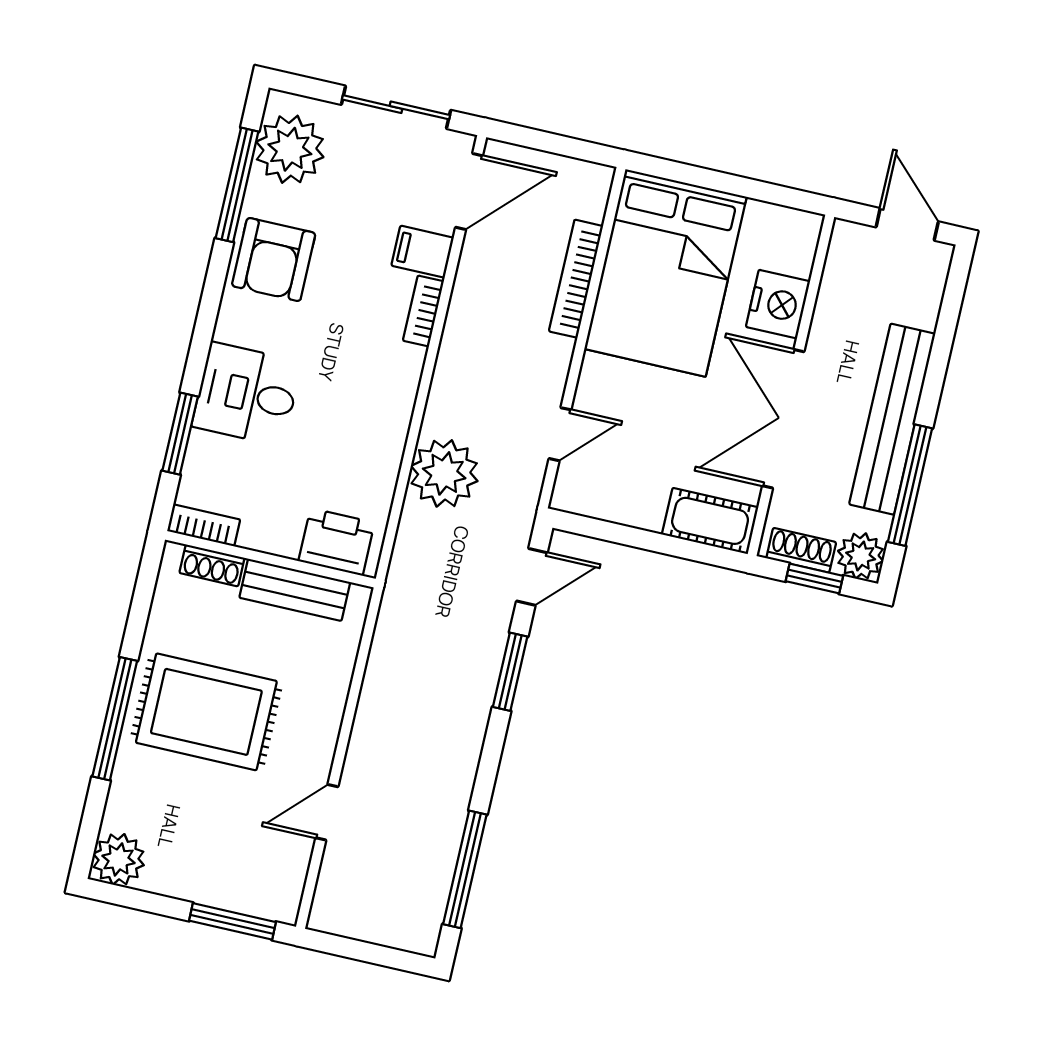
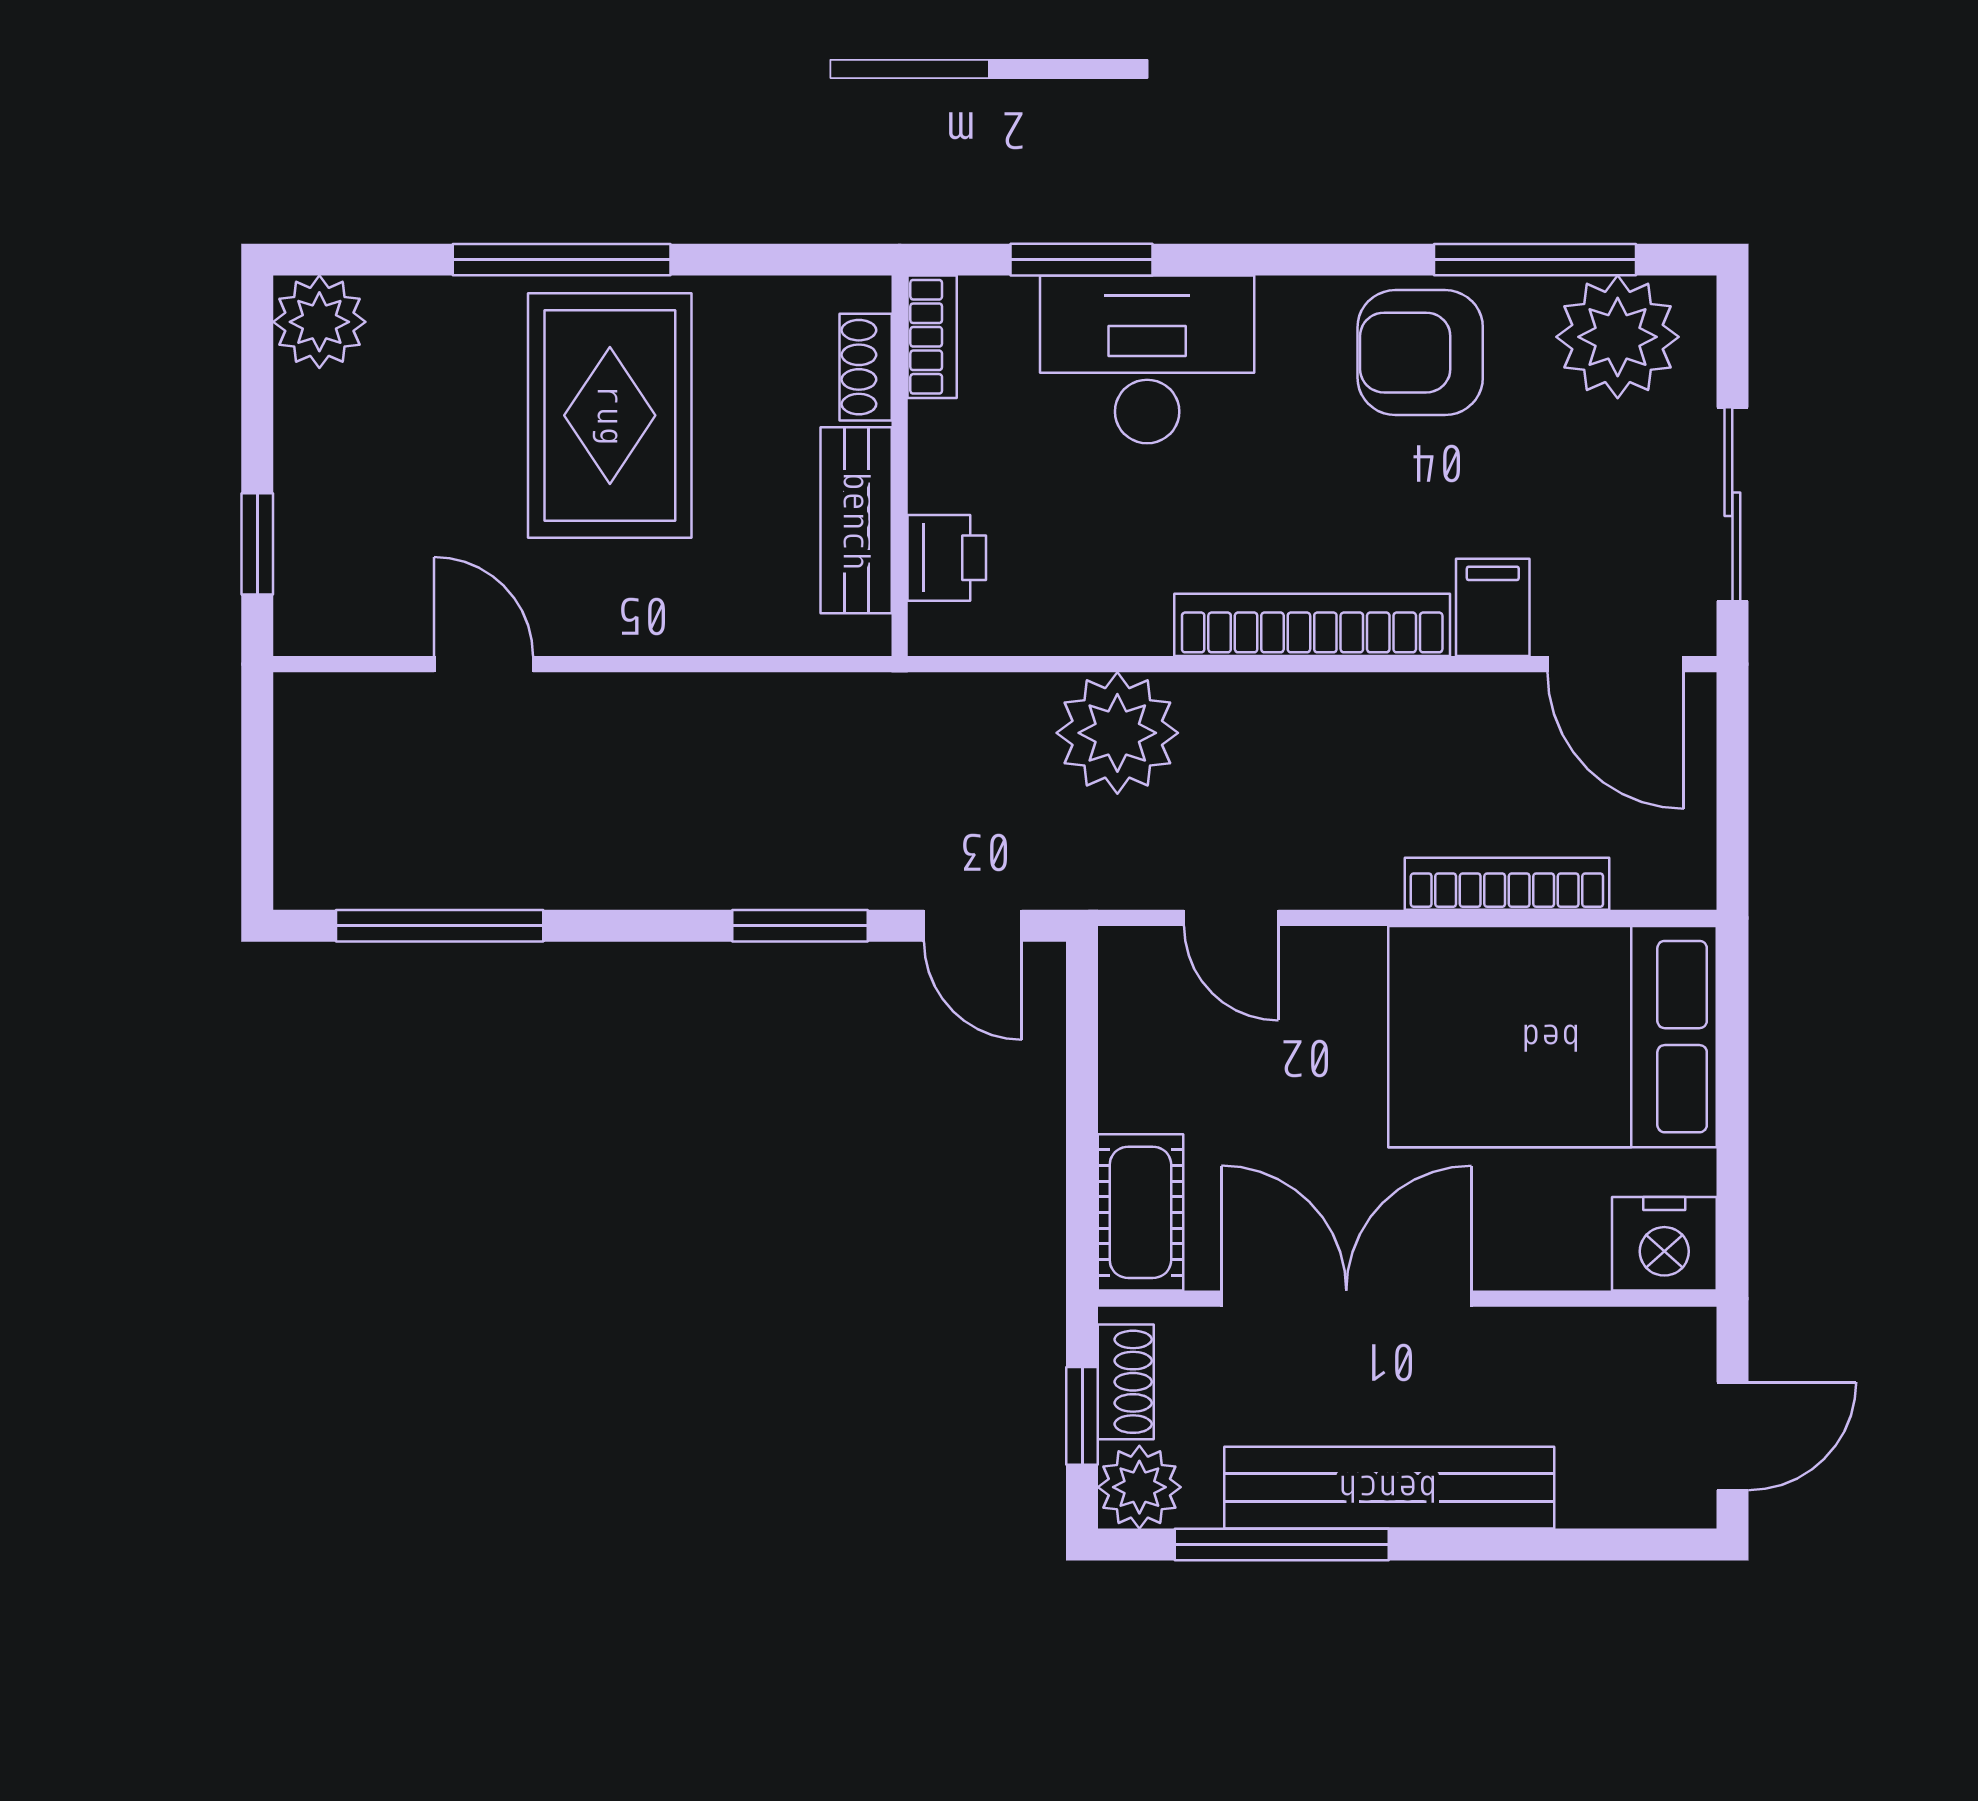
nightstand: (778, 304) -> (1664, 1244), moved
bookcase: (423, 311) -> (1312, 625), width x2.31, depth x1.31
desk: (247, 394) -> (1147, 359), width x1.37
printer: (337, 542) -> (947, 558), width x0.73, depth x0.81
window: (232, 921) -> (257, 544), width x0.67

